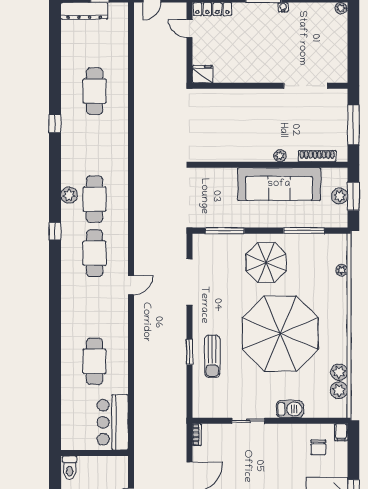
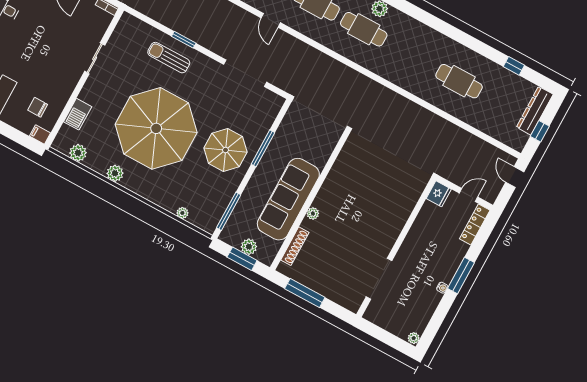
fridge: (203, 74) -> (439, 194), moved
wall: (270, 86) -> (396, 247), moved
doorway: (306, 86) -> (379, 279), moved
window: (55, 124) -> (514, 66), moved
window: (225, 231) -> (263, 148), moved
window: (304, 231) -> (229, 211), moved
plant: (339, 372) -> (115, 173), moved
barbecue: (290, 409) -> (78, 114), moved

